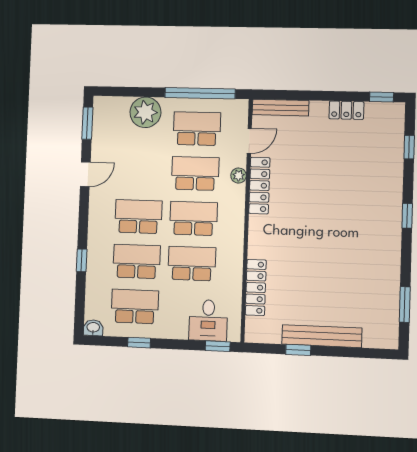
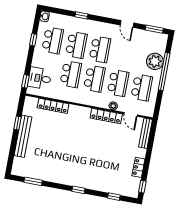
window: (200, 93) -> (164, 72), moved

